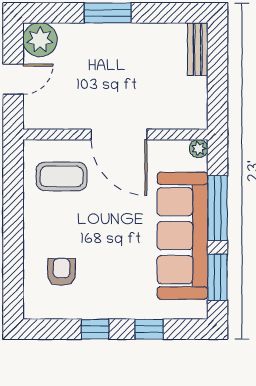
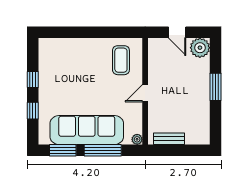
bench: (198, 49) -> (169, 139), moved
door: (119, 135) -> (145, 93), width x0.53
armchair: (62, 272) -> (66, 60), removed

